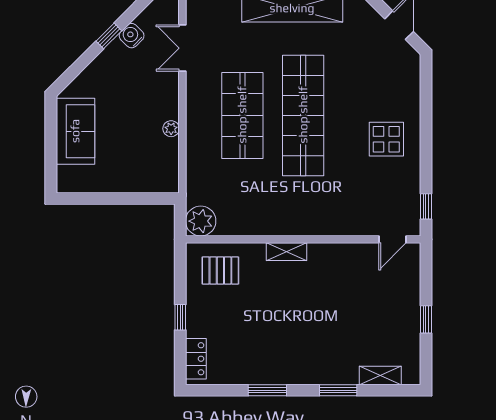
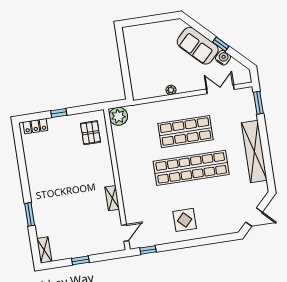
sofa: (75, 131) -> (198, 46), moved, turned 45
door: (392, 239) -> (125, 233), swing flipped
shelving: (286, 252) -> (112, 198), moved
shelving: (380, 376) -> (44, 250), moved
window: (267, 390) -> (23, 172), removed

